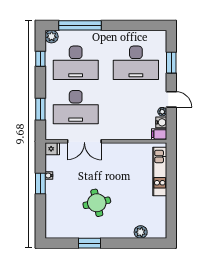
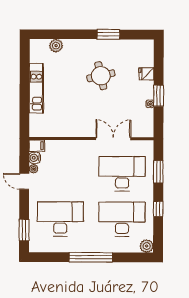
window: (80, 25) -> (91, 257), moved
window: (40, 59) -> (158, 209), moved
window: (171, 63) -> (24, 230), moved
fridge: (52, 149) -> (146, 74), moved
kitchen unit: (160, 172) -> (36, 88), moved

